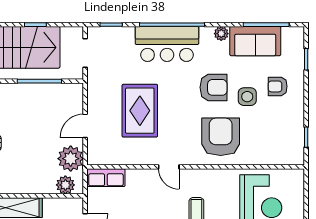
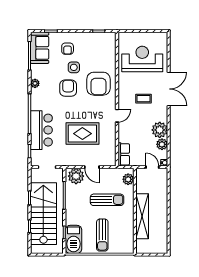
sofa: (255, 41) -> (40, 48), moved
bar counter: (167, 44) -> (41, 130), moved
armchair: (221, 137) -> (98, 84), turned -90
sun lounger: (32, 151) -> (107, 200), added
plant: (71, 159) -> (76, 176), moved

